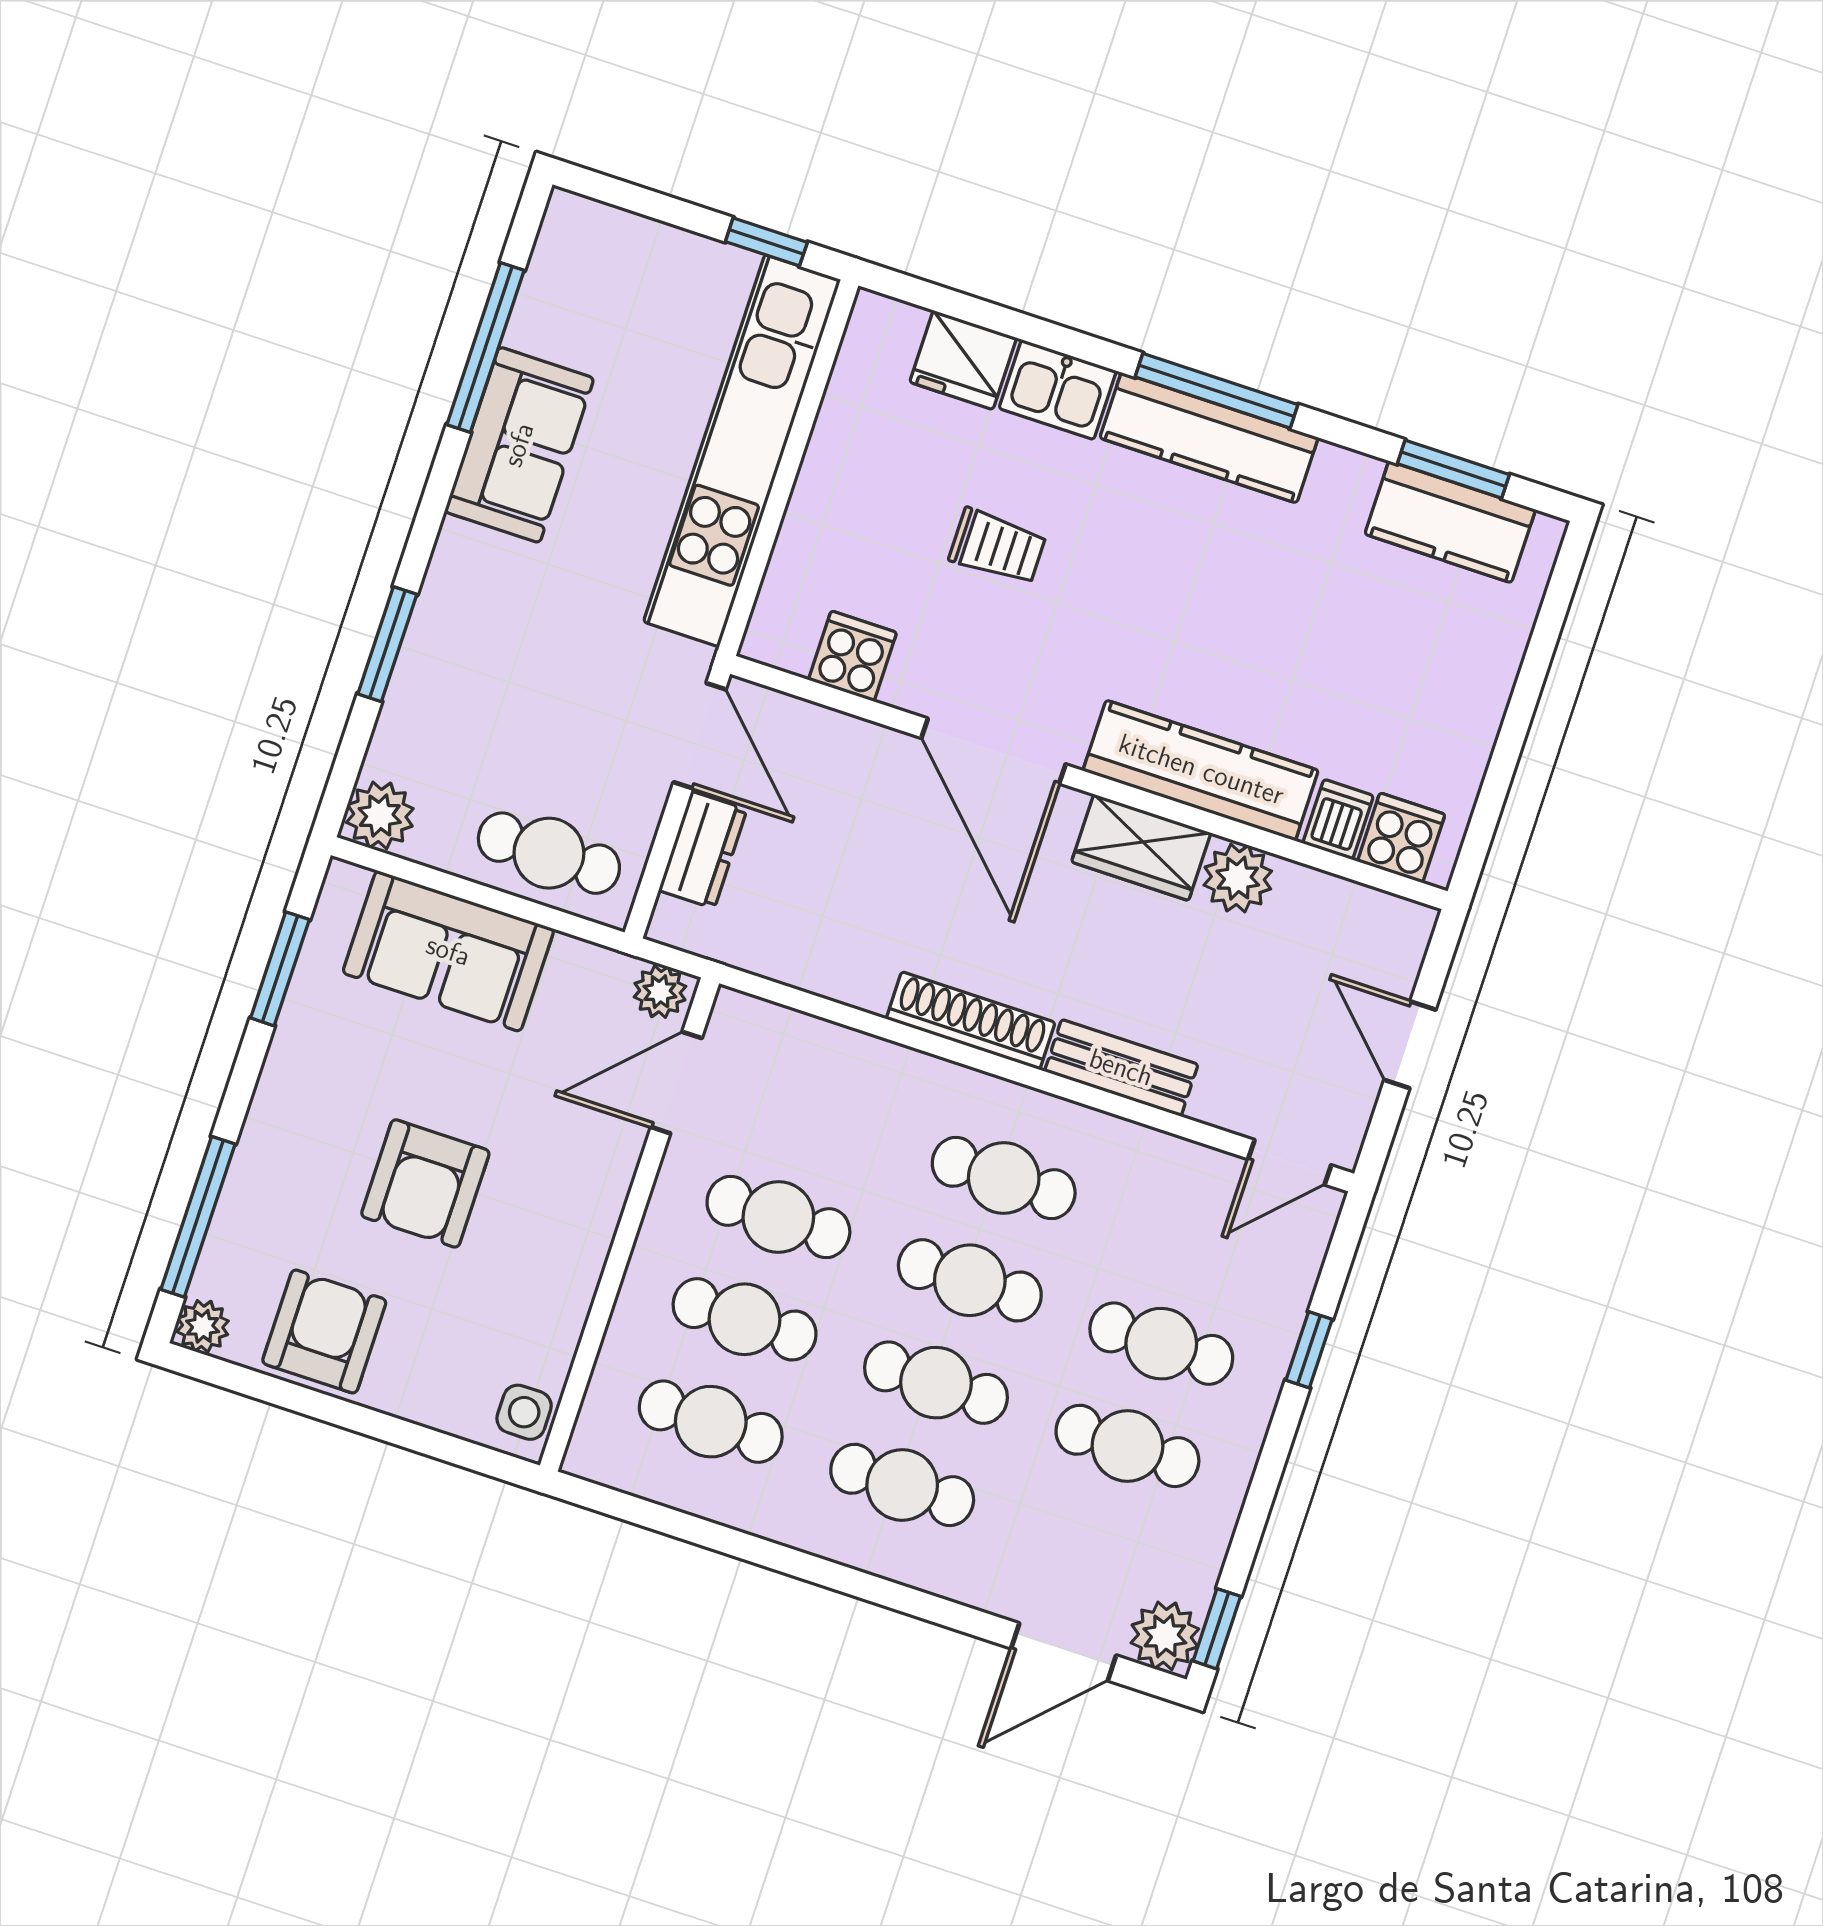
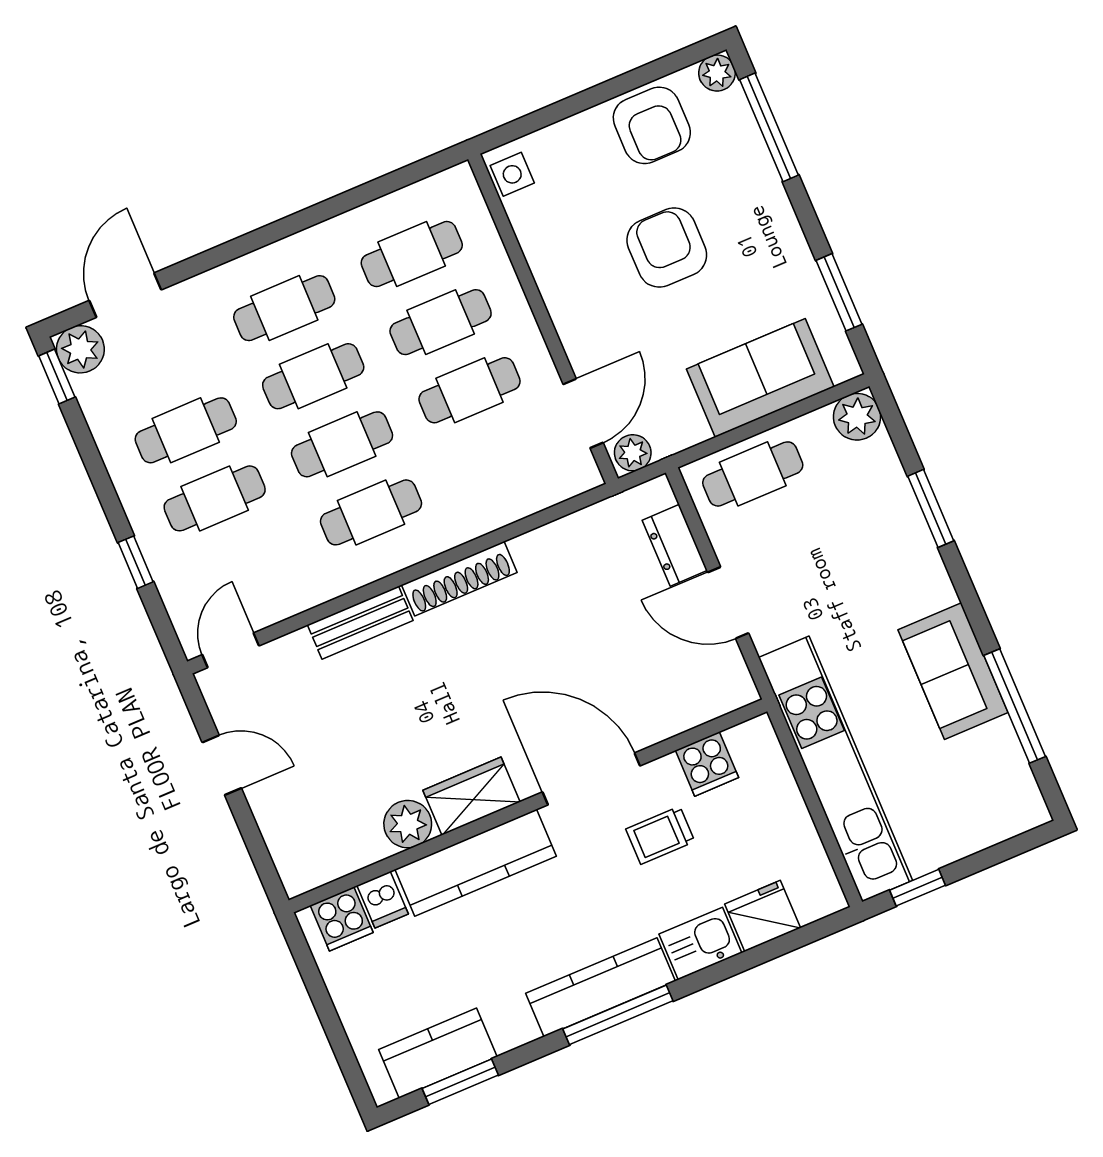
cooker: (852, 656) -> (707, 764), moved
door: (994, 751) -> (591, 779), moved
kitchen counter: (1201, 770) -> (476, 863), moved
wall: (1089, 783) -> (528, 806), moved
dishwasher: (1338, 820) -> (383, 900), moved
cooker: (1401, 838) -> (342, 919), moved
wardrobe: (1141, 847) -> (471, 796), moved
plant: (1238, 878) -> (408, 824), moved

